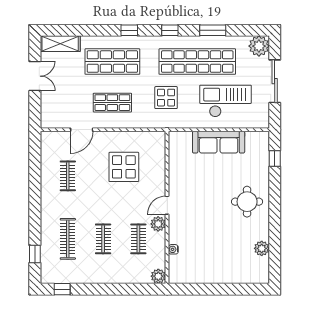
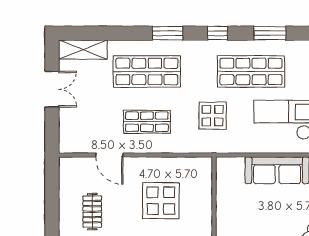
window: (129, 30) -> (168, 33), width x1.50
shop shelf: (197, 62) -> (251, 71), width x0.71
door: (82, 130) -> (109, 155), hinge flipped

